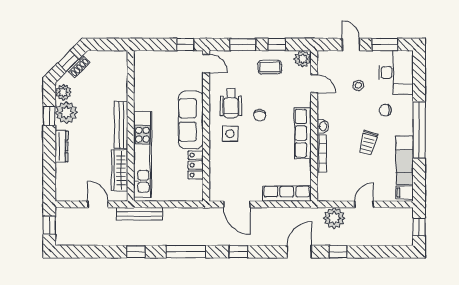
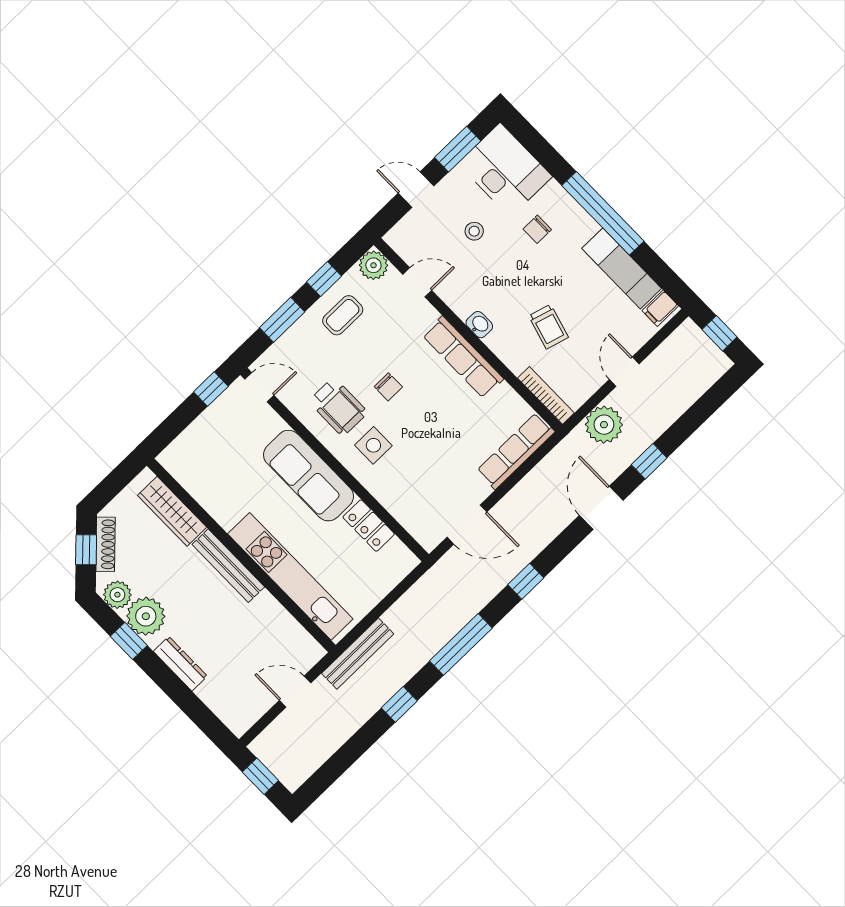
shoe rack: (79, 67) -> (106, 544), width x1.43
trolley: (368, 143) -> (548, 327), moved
bookcase: (322, 153) -> (546, 395), moved
wardrobe: (120, 170) -> (172, 511), moved

